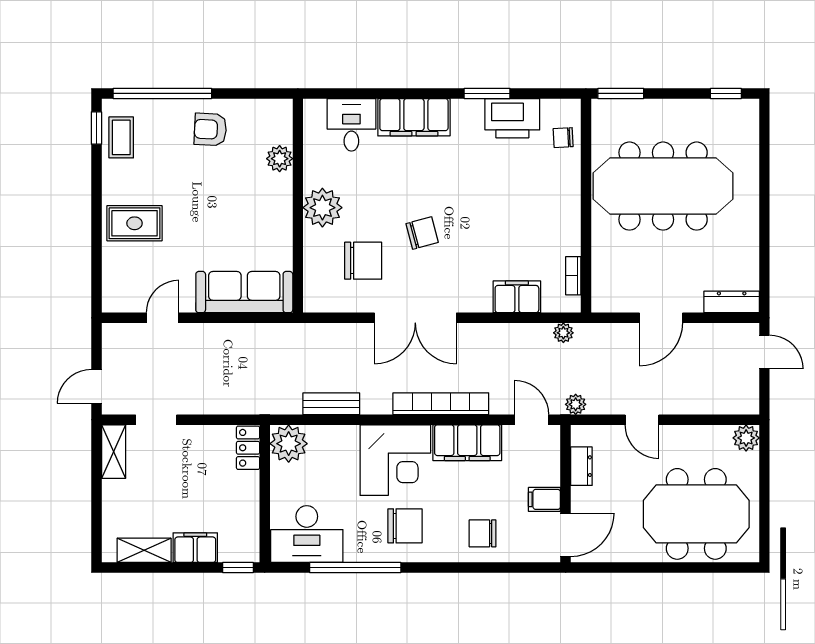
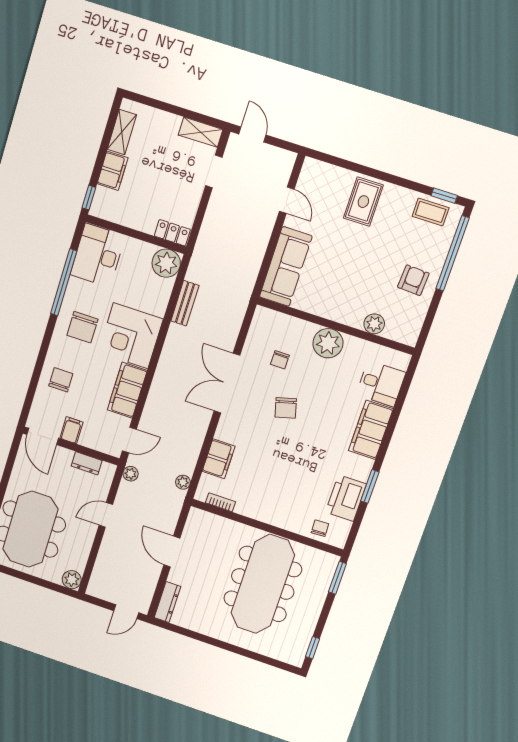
chair: (363, 261) -> (280, 360), width x0.54, depth x0.54
bookcase: (441, 404) -> (160, 381), removed

